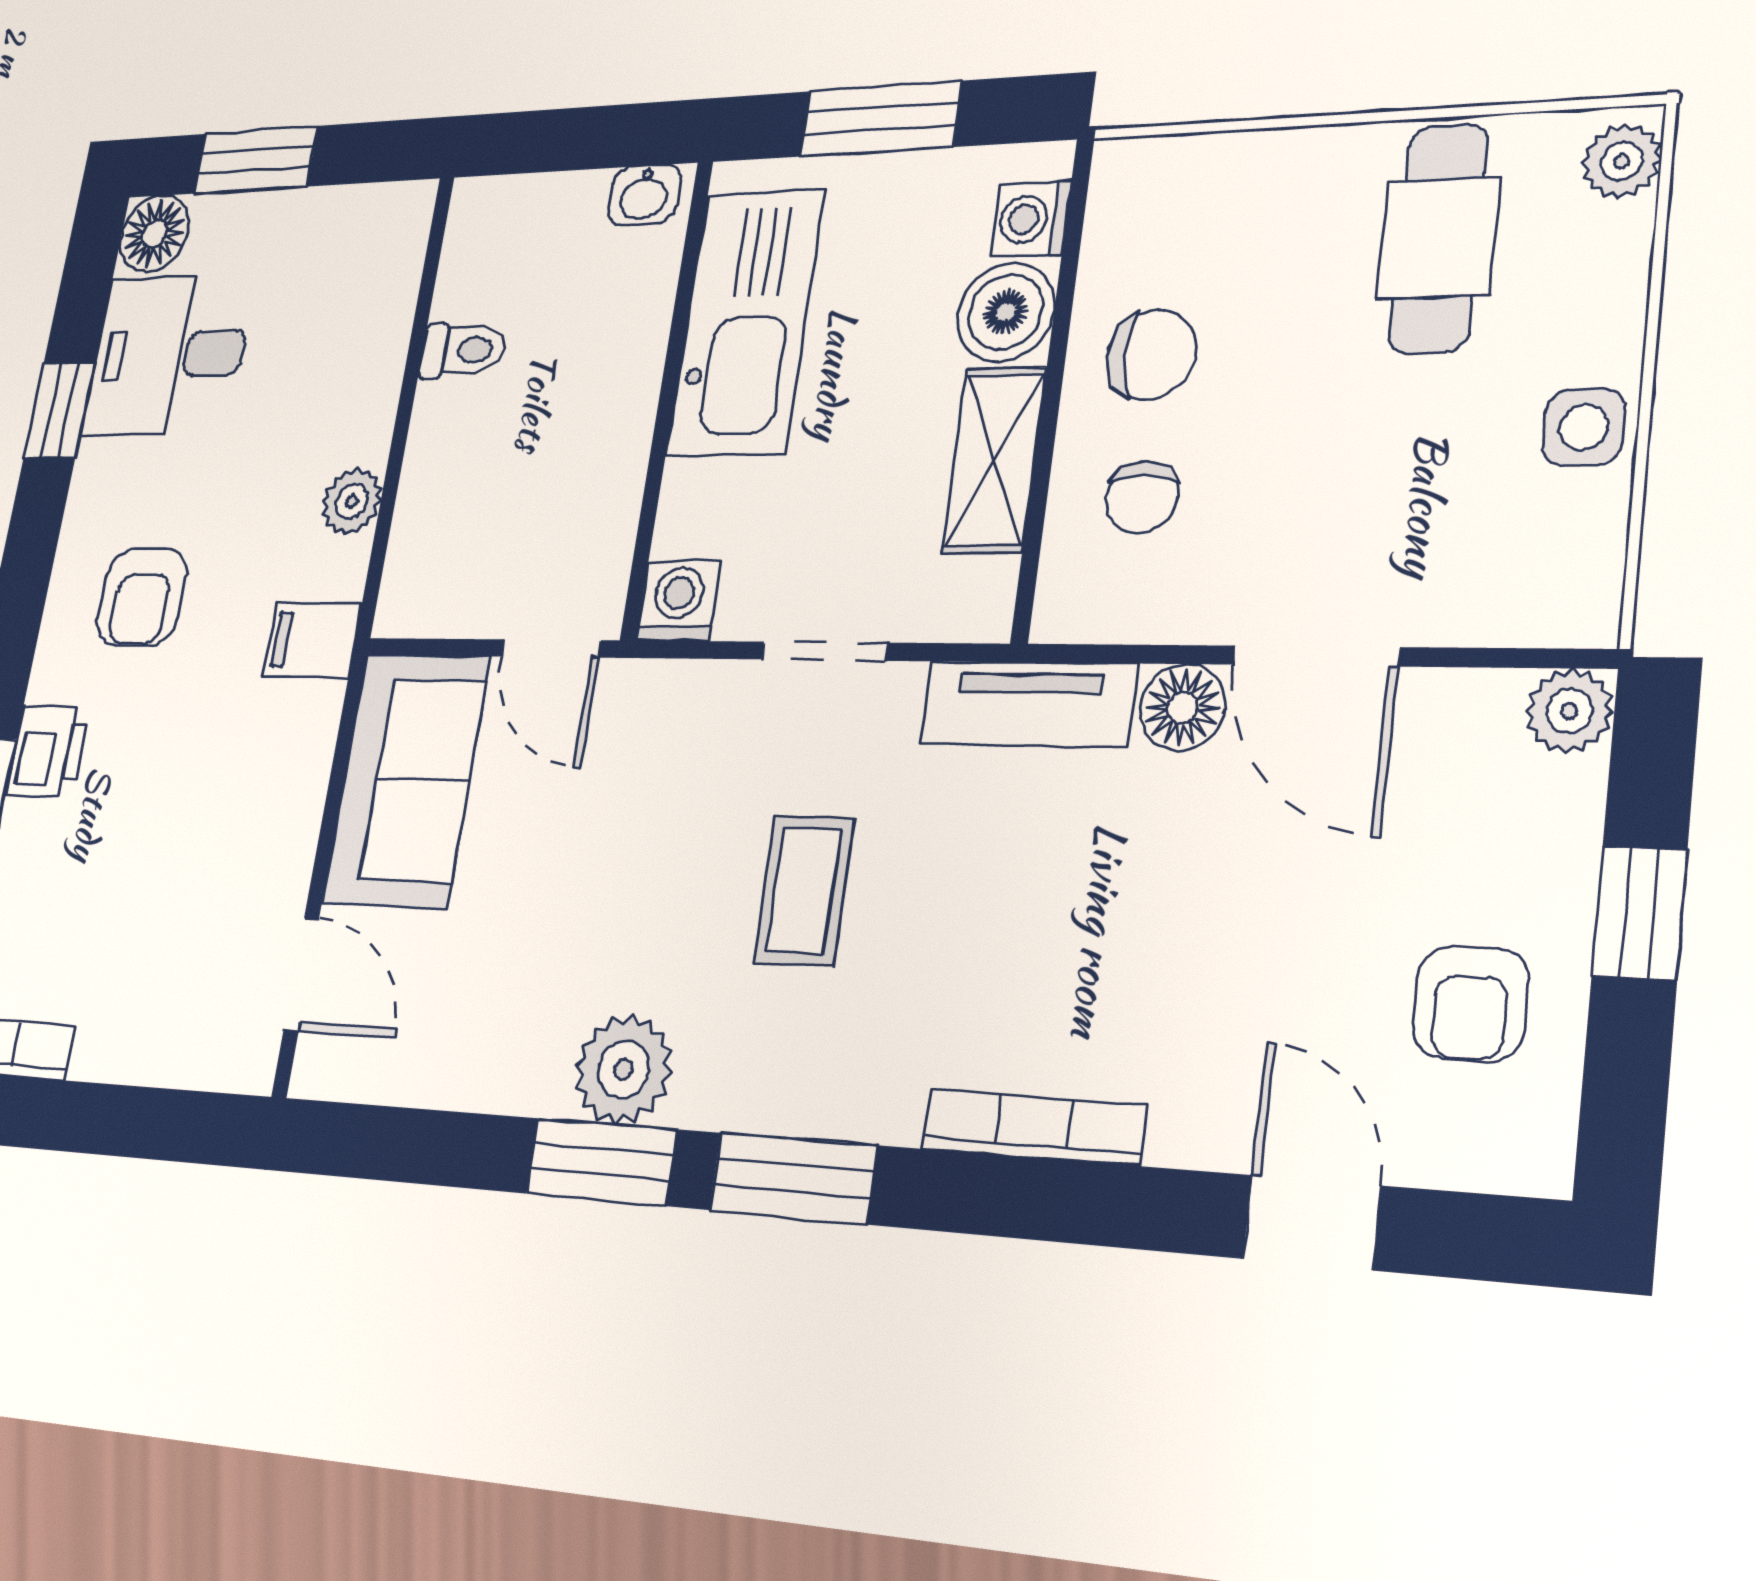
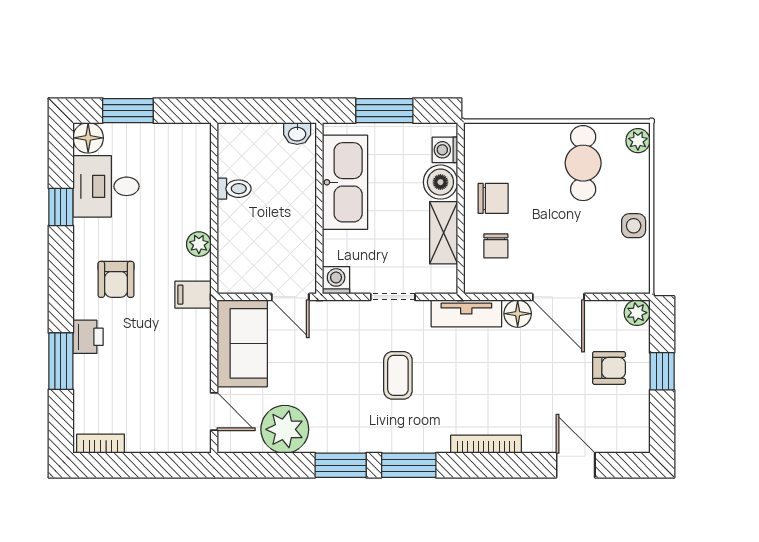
armchair: (1470, 1004) -> (609, 368), moved, turned -90
plant: (623, 1069) -> (285, 429), moved, width x1.36, depth x1.36

